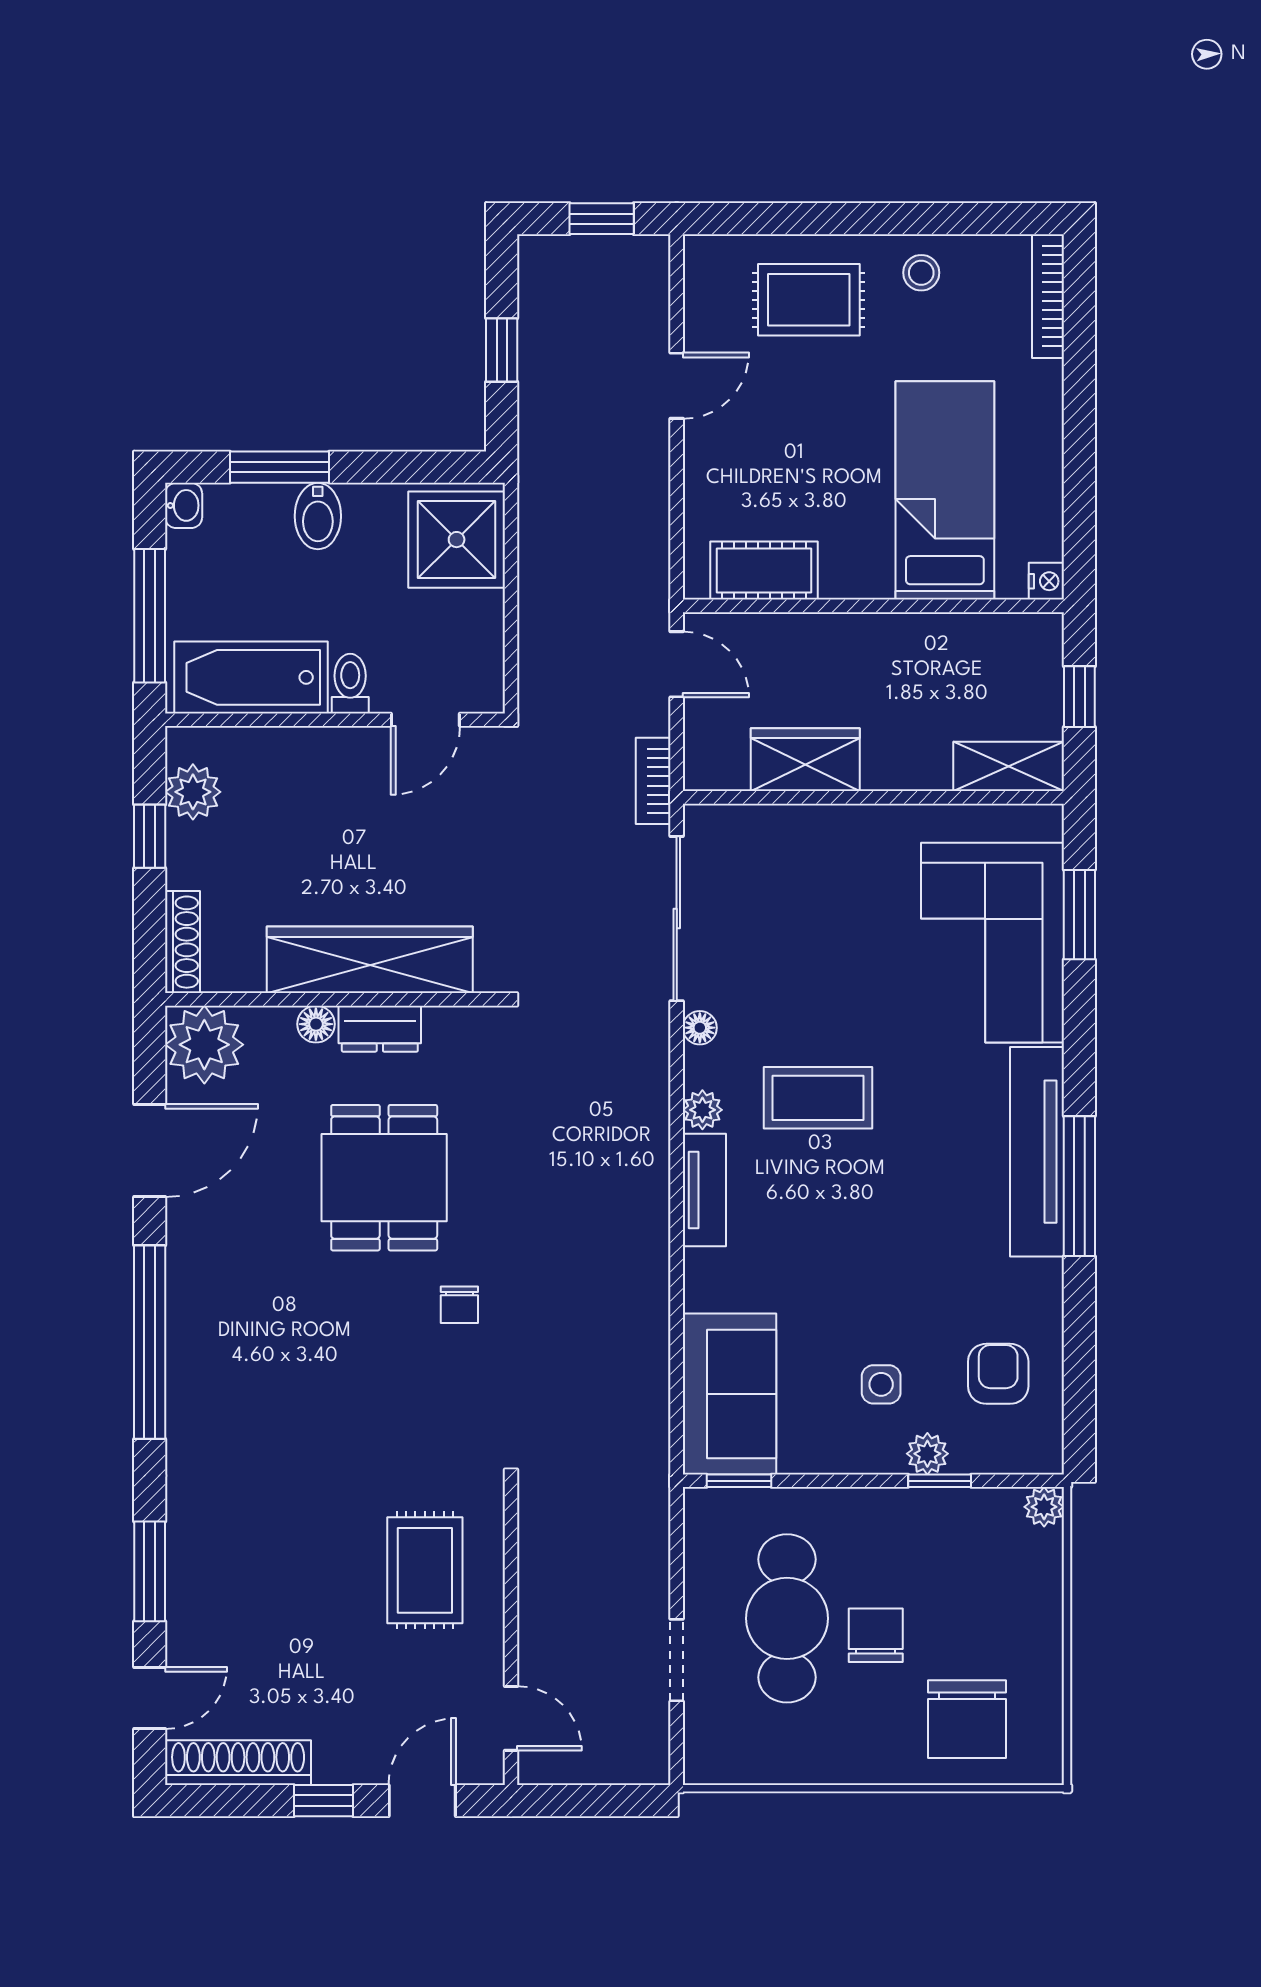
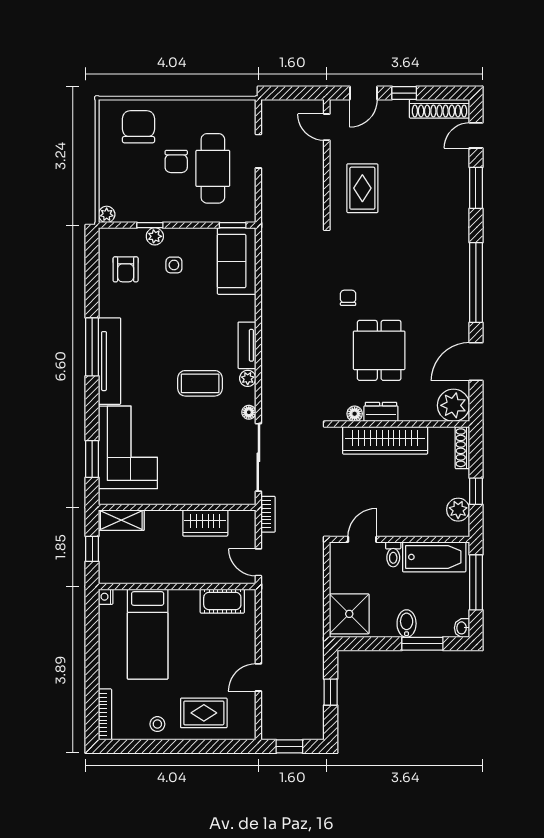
floor lamp: (316, 1024) -> (355, 414), moved

